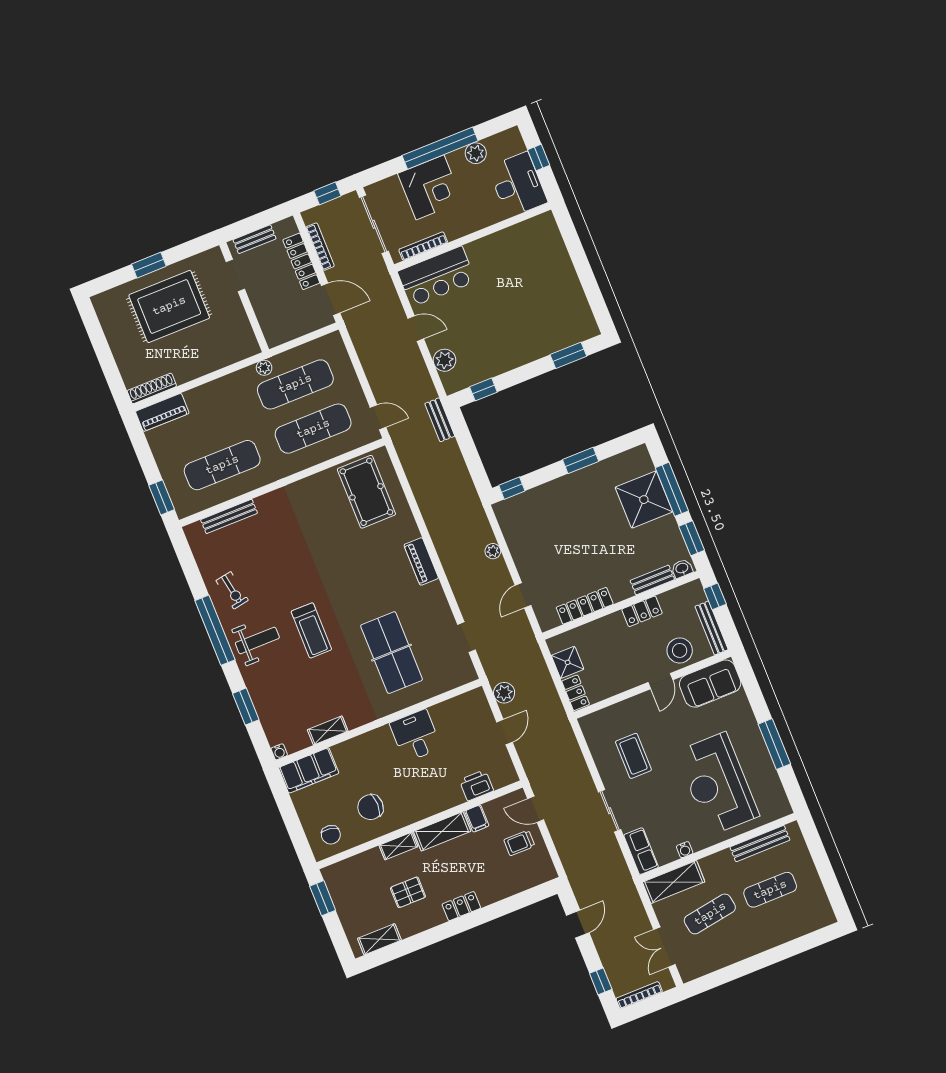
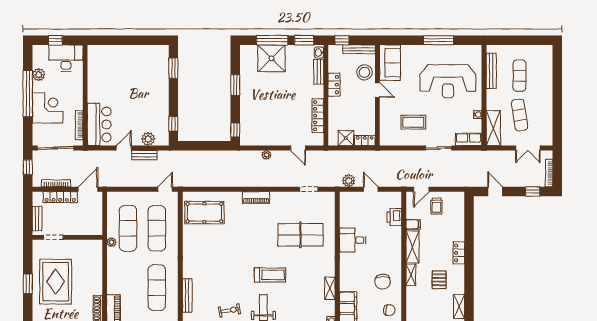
bench: (440, 420) -> (144, 155), moved

